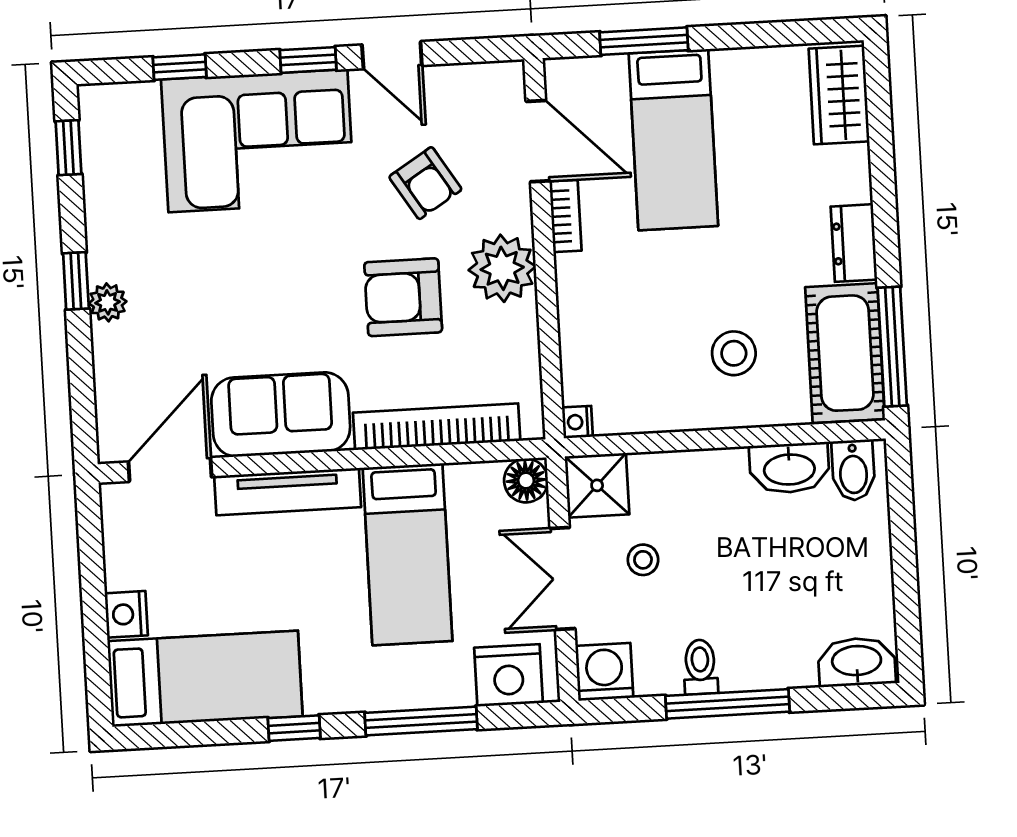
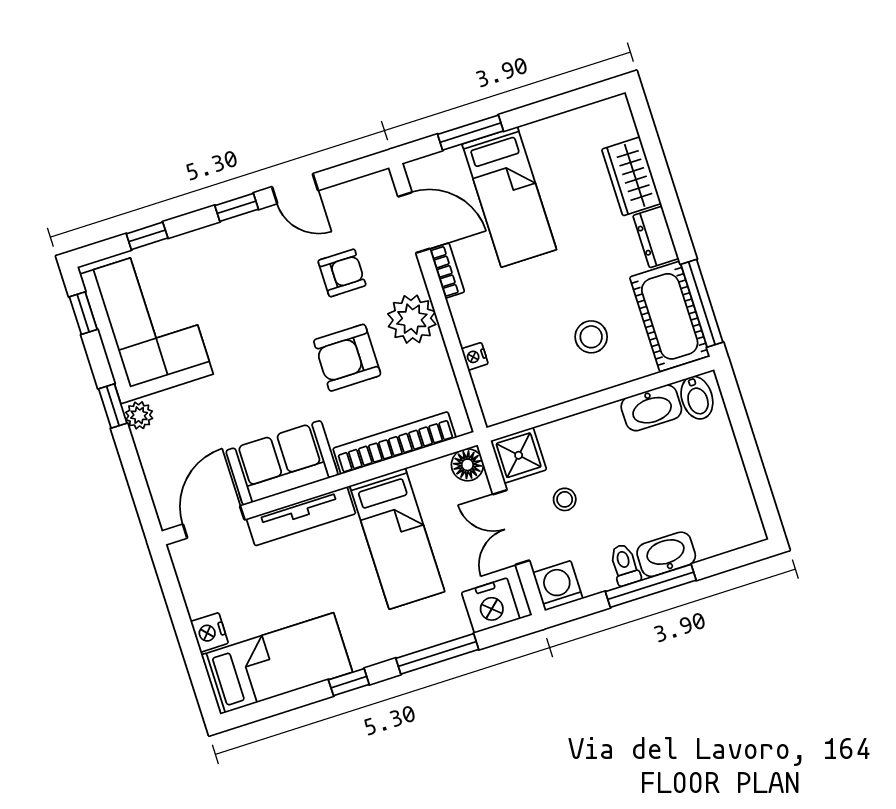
wardrobe: (839, 95) -> (631, 176), moved
corner sofa: (258, 141) -> (146, 324), moved, turned -90
armchair: (425, 183) -> (342, 273), turned -58
nightstand: (577, 422) -> (475, 356), moved
washbasin: (857, 662) -> (666, 554), moved

